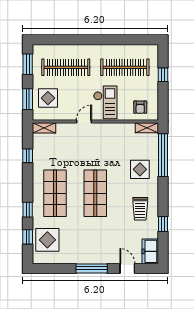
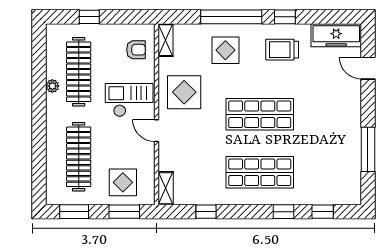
plant: (115, 49) -> (52, 86), added
window: (163, 155) -> (231, 17), moved
trolley: (140, 209) -> (282, 50), turned 180
window: (163, 224) -> (285, 17), moved
display table: (47, 240) -> (184, 92), moved
freezer: (150, 251) -> (336, 35), width x1.40
window: (92, 268) -> (368, 149), moved
door: (127, 268) -> (368, 68), hinge flipped

